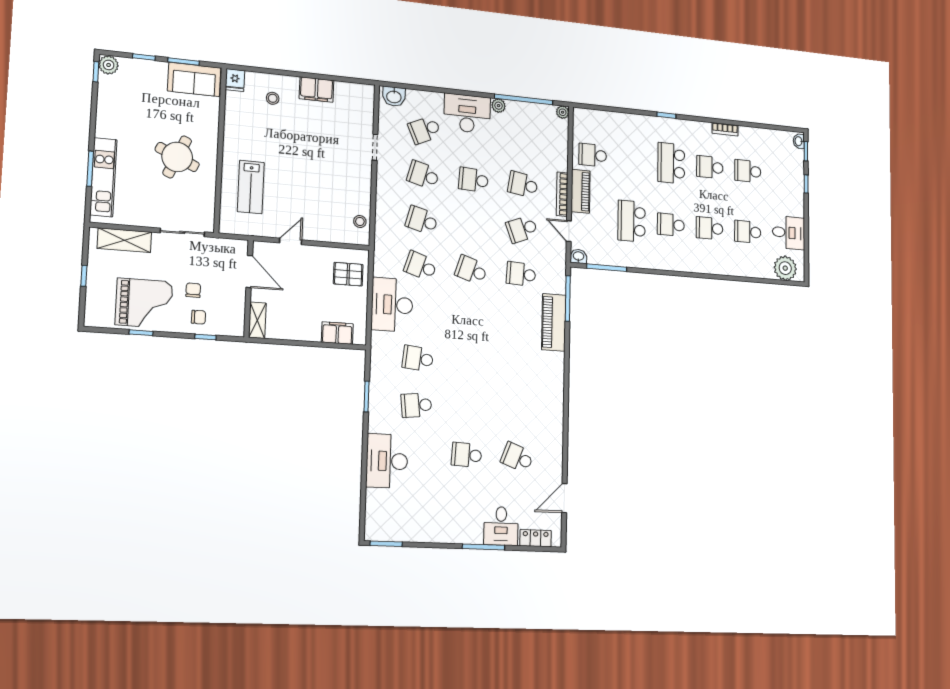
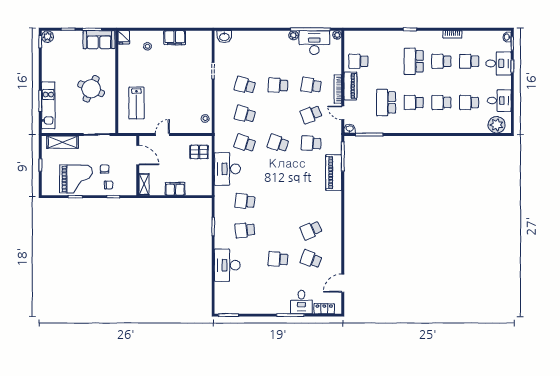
desk: (467, 113) -> (314, 43), moved
school desk: (425, 130) -> (311, 230), moved
desk: (787, 178) -> (498, 63), added
filing cabinet: (337, 333) -> (175, 189), moved

